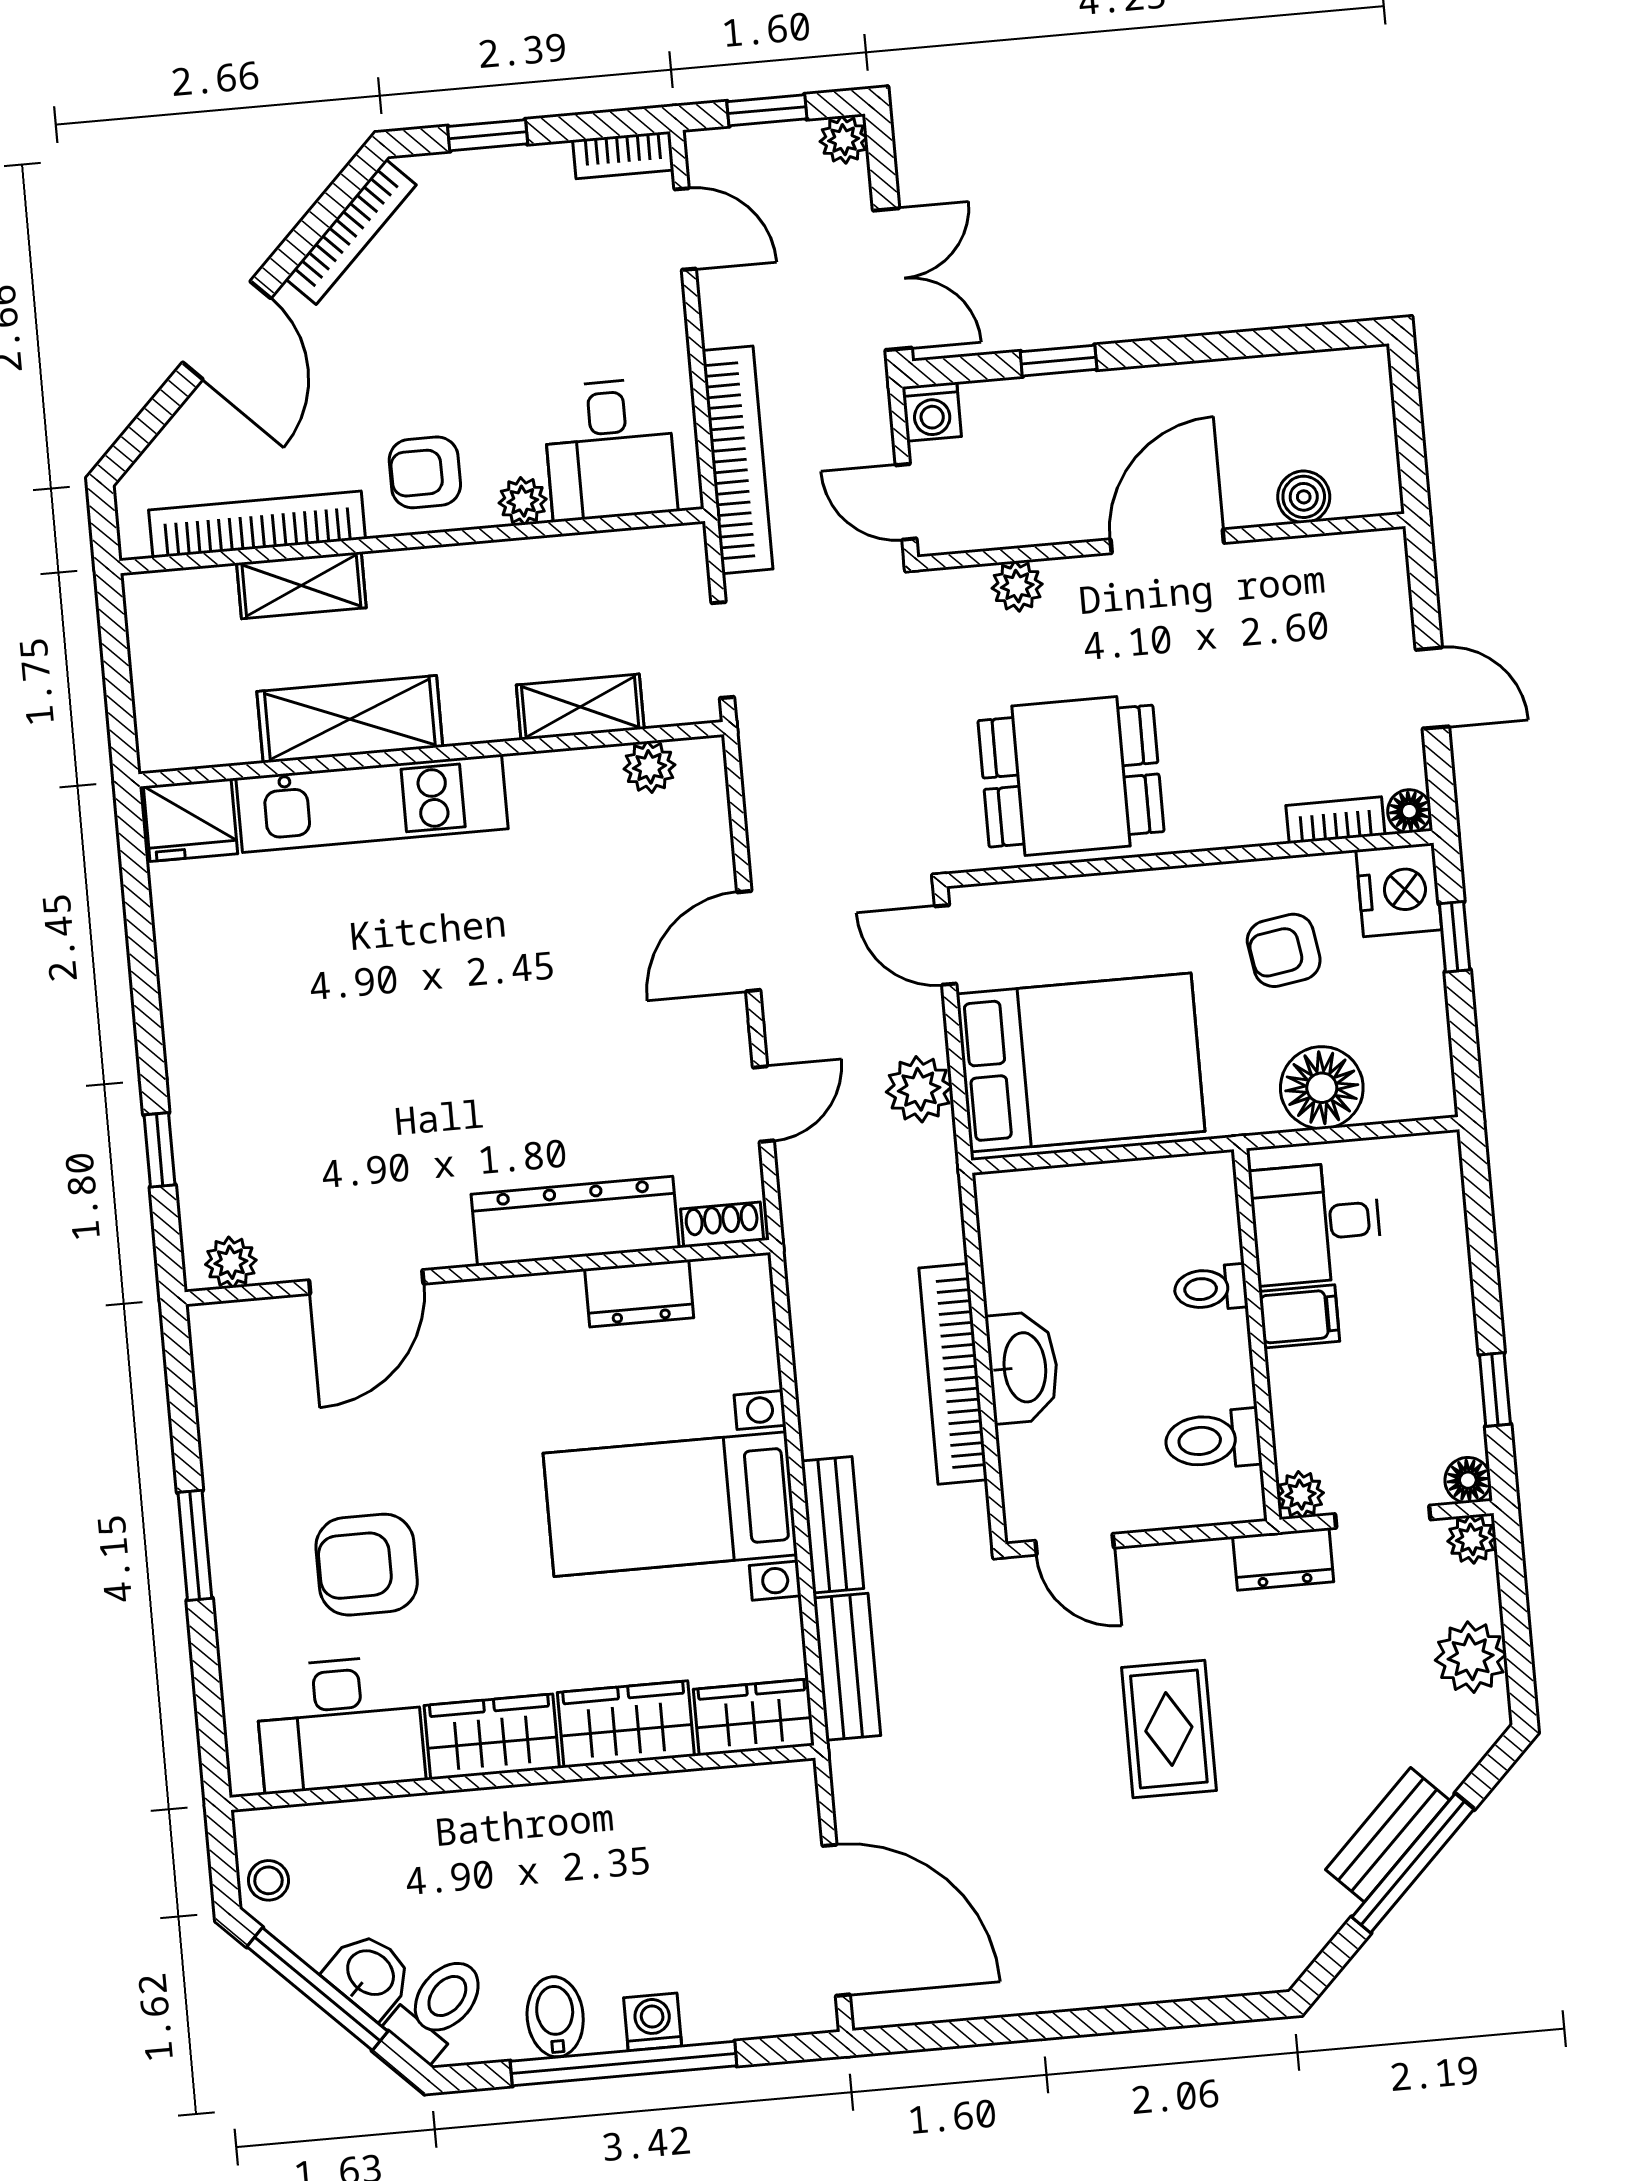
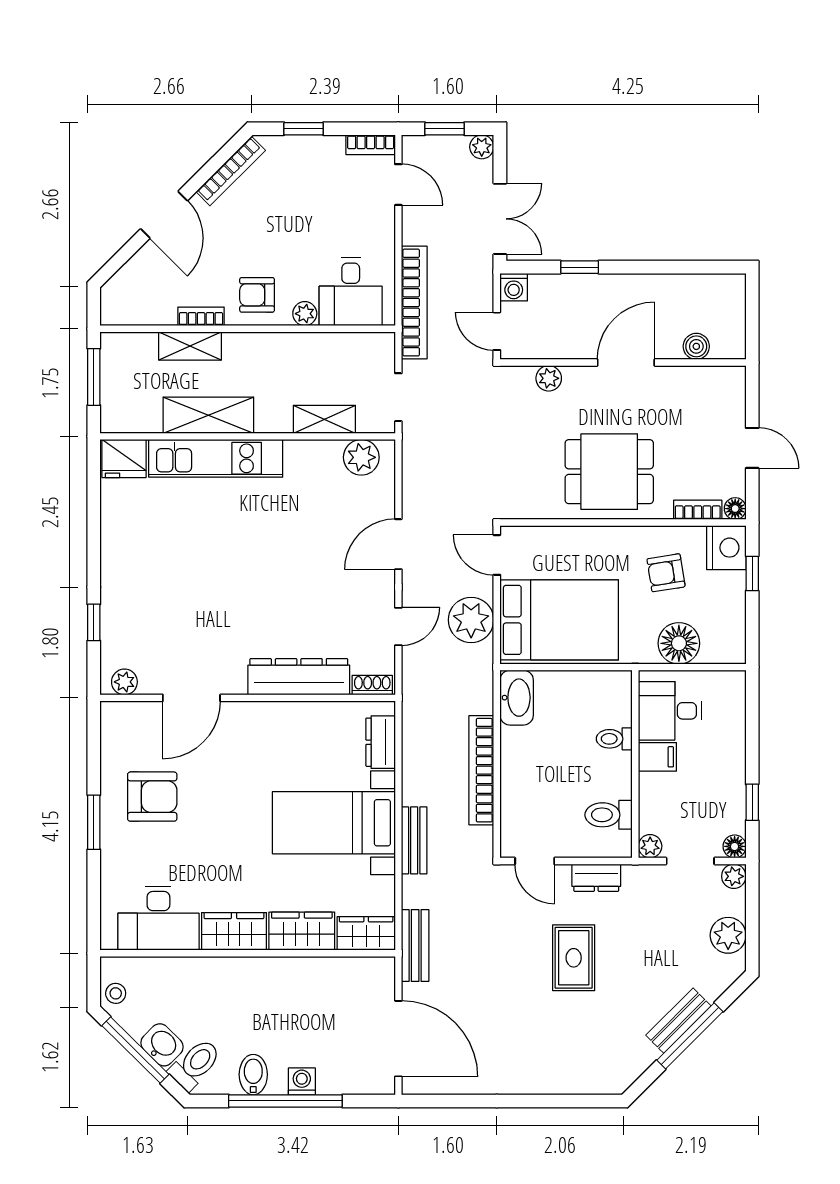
bookcase: (257, 524) -> (201, 316), width x0.43, depth x0.76
window: (116, 664) -> (94, 377), added
plant: (650, 767) -> (361, 457), width x1.38, depth x1.38
dining table: (1071, 776) -> (609, 472), moved
plant: (919, 1089) -> (471, 620), width x1.36, depth x1.36
dresser: (639, 1293) -> (381, 742), moved, turned 90
washbasin: (1023, 1367) -> (517, 698), moved
dresser: (1283, 1559) -> (596, 878), moved
armchair: (367, 1565) -> (152, 797), moved, turned 180
bench: (847, 1667) -> (415, 946), moved

